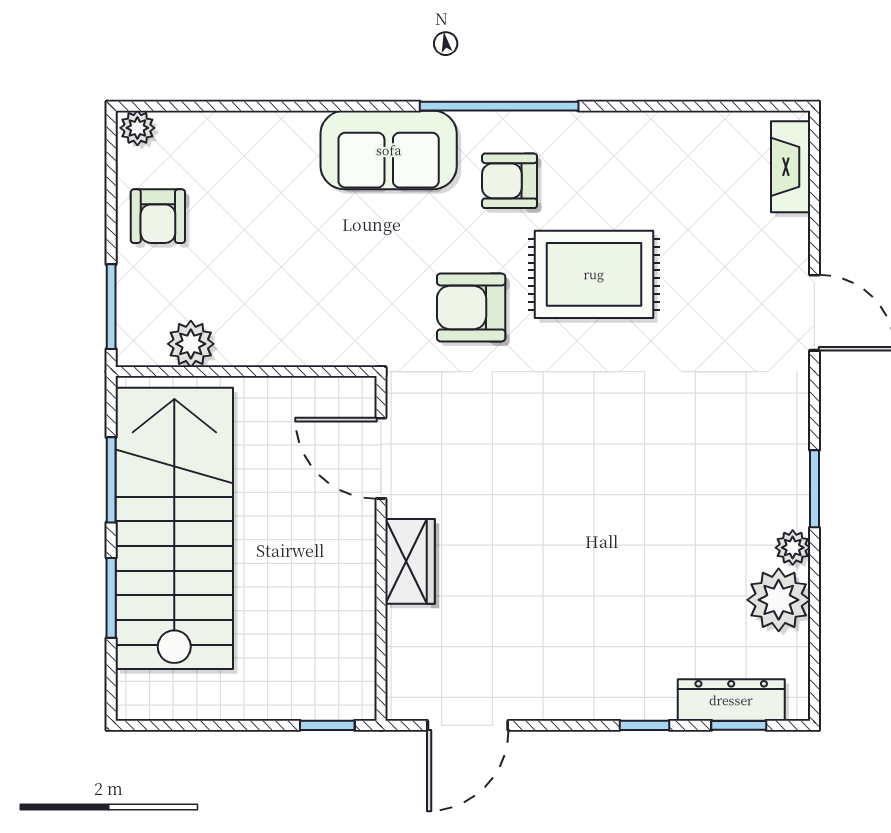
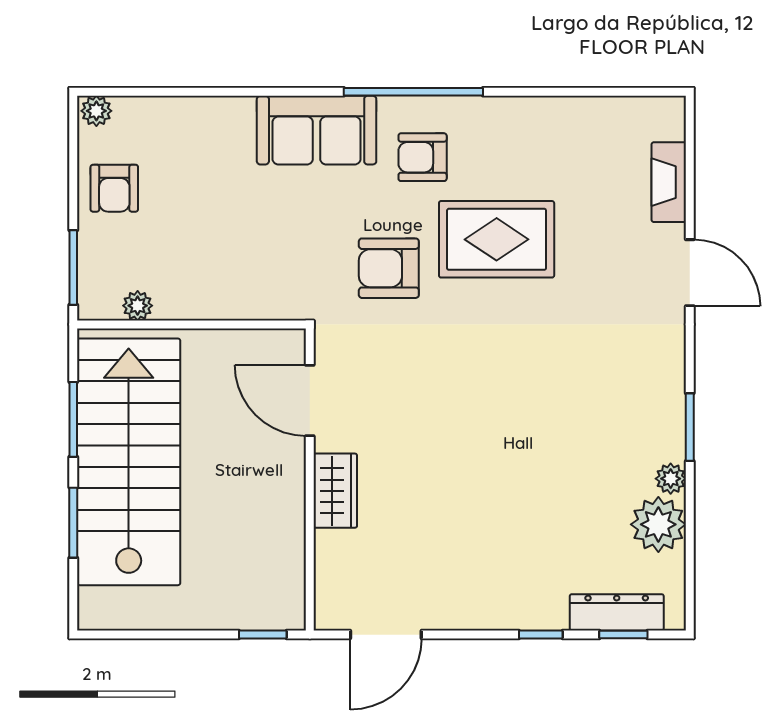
fireplace: (791, 167) -> (669, 182), moved
plant: (191, 344) -> (138, 306), width x0.73, depth x0.73

